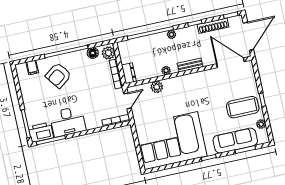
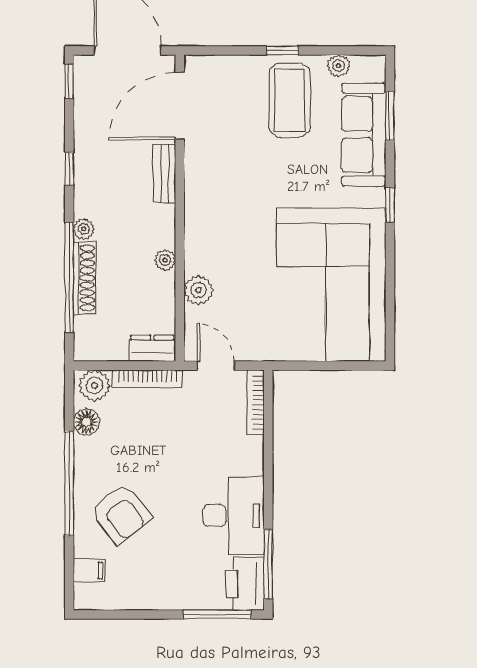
shoe rack: (213, 26) -> (85, 278), moved
bench: (190, 65) -> (165, 174), moved

